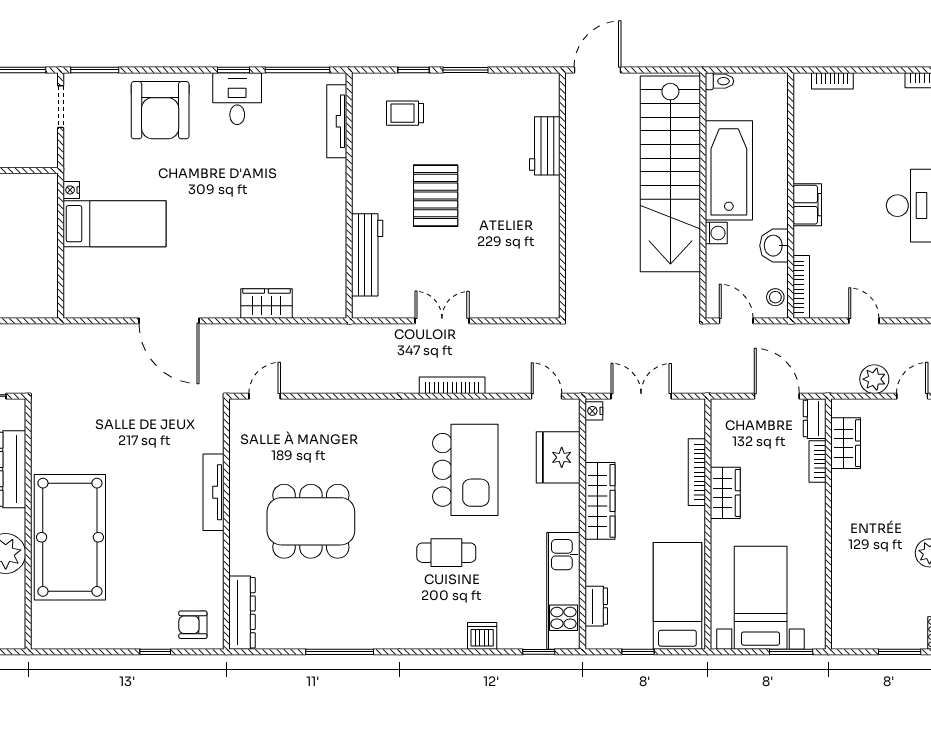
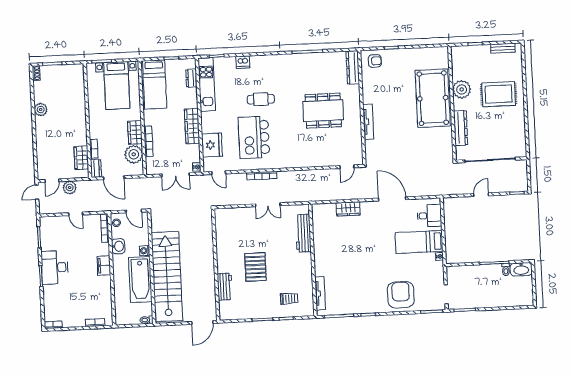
desk: (237, 99) -> (429, 216), moved, turned -90
pallet: (436, 196) -> (255, 267), moved
plant: (730, 445) -> (134, 154), added

